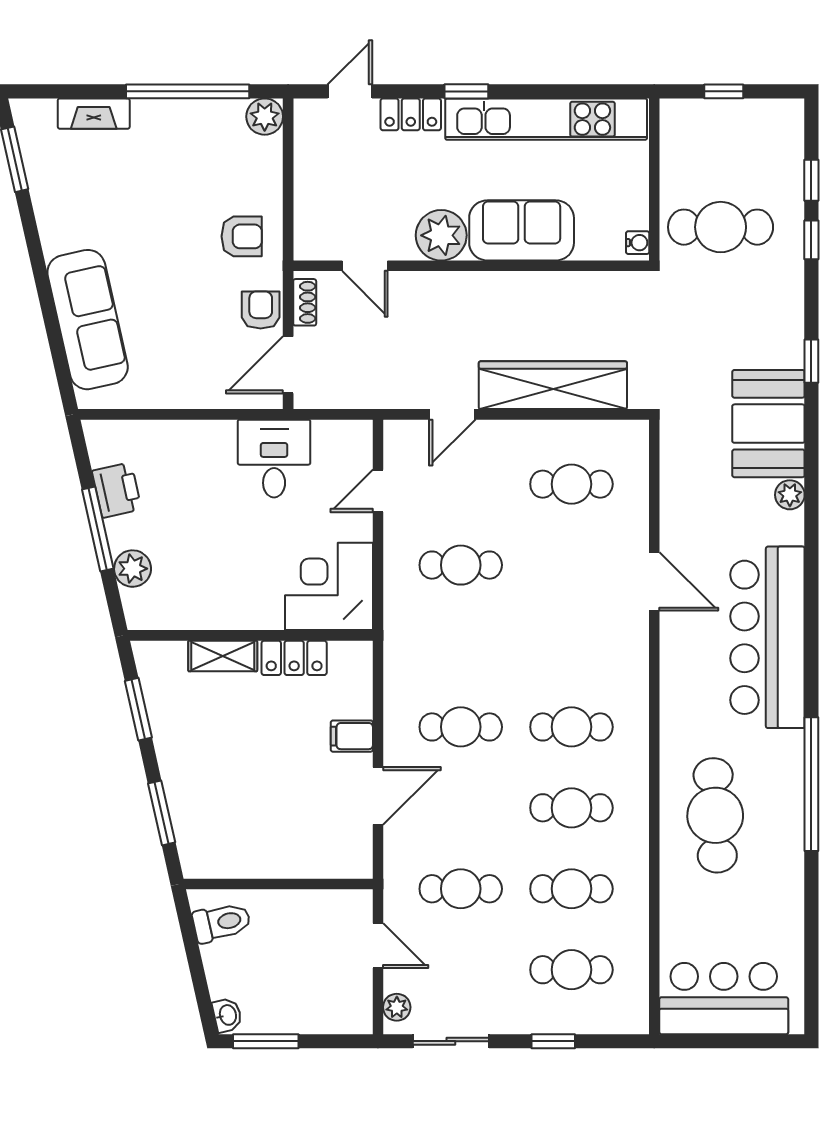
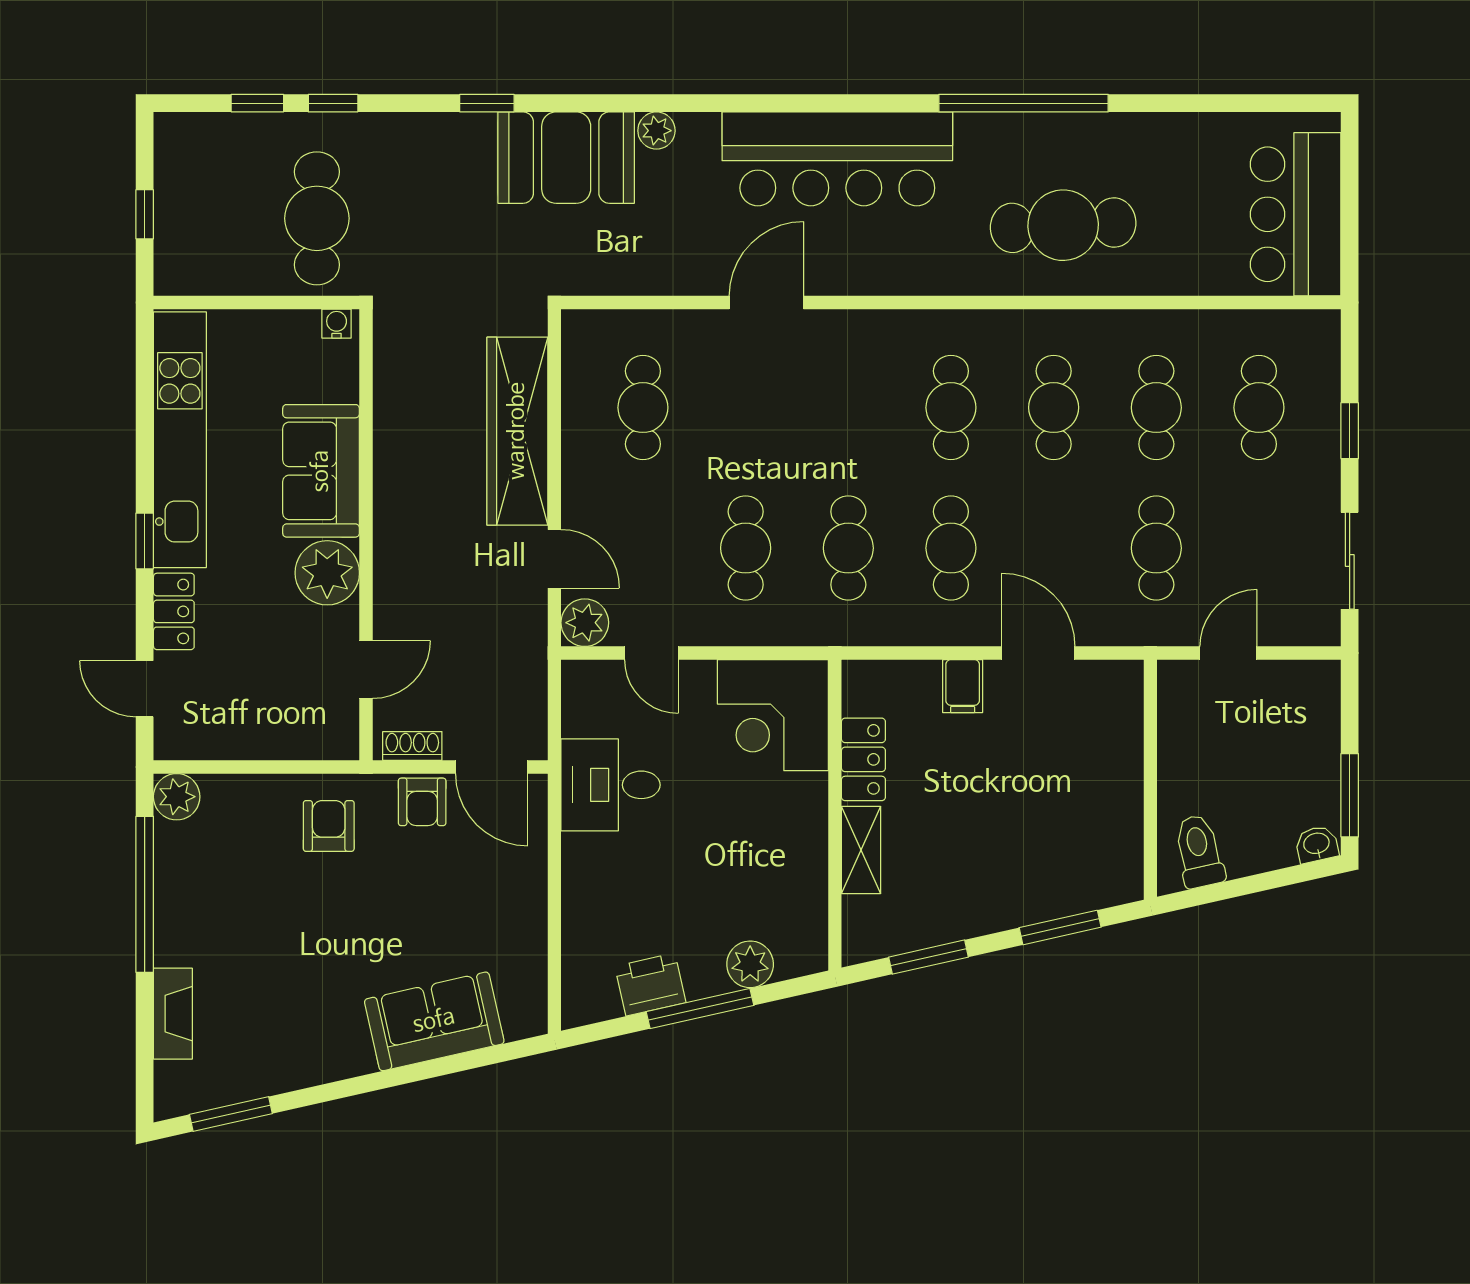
armchair: (261, 310) -> (422, 802), turned -90
sofa: (88, 320) -> (434, 1021), width x0.73
cafe table: (461, 646) -> (848, 548), added
plant: (397, 1007) -> (585, 623), moved, width x1.38, depth x1.38

